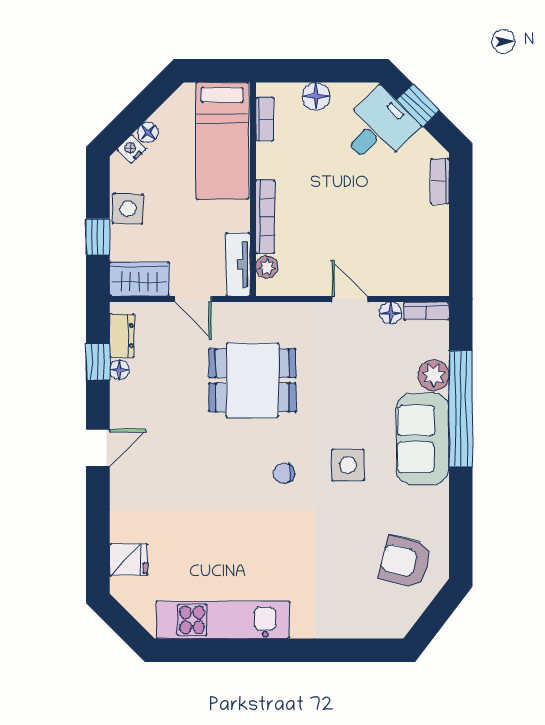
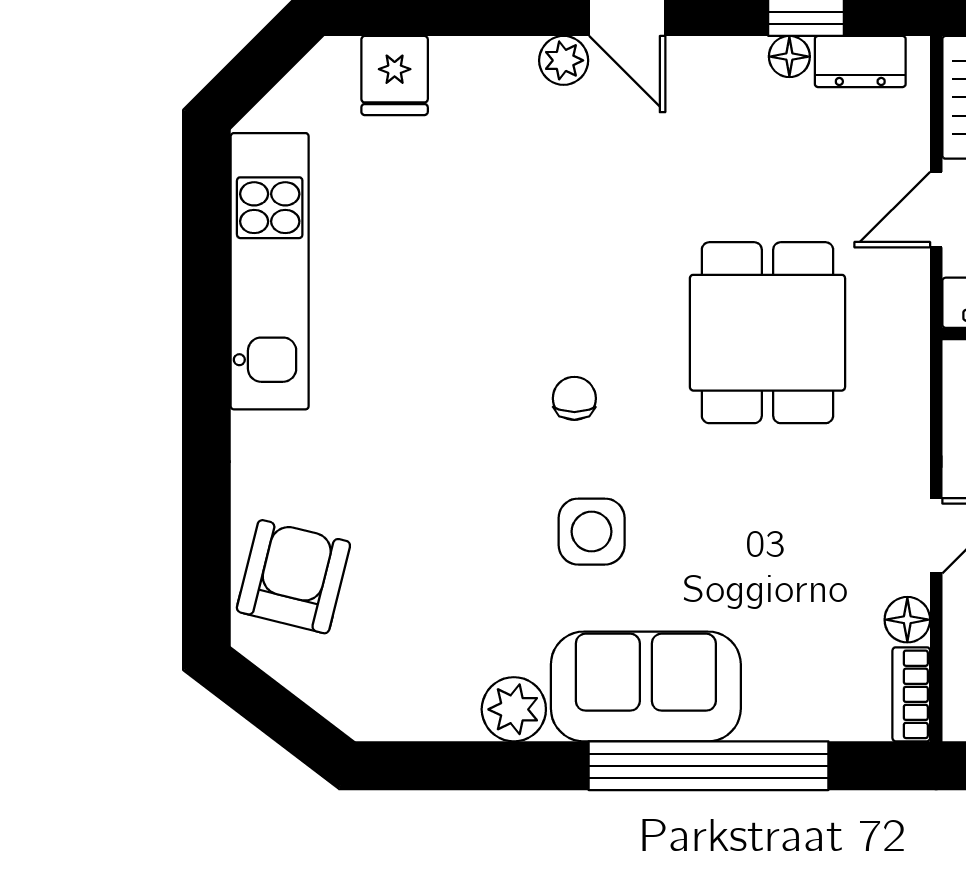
plant: (434, 375) -> (514, 709), moved
plant: (121, 478) -> (564, 60), added
armchair: (405, 562) -> (293, 577), moved

